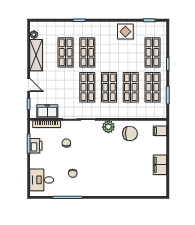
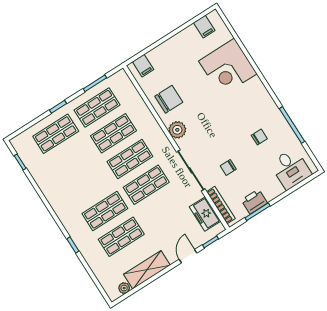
display table: (125, 32) -> (51, 182), removed
chair: (130, 133) -> (169, 99), turned 90
filing cabinet: (160, 165) -> (204, 27), moved, width x0.50
corner desk: (127, 181) -> (228, 67), added

